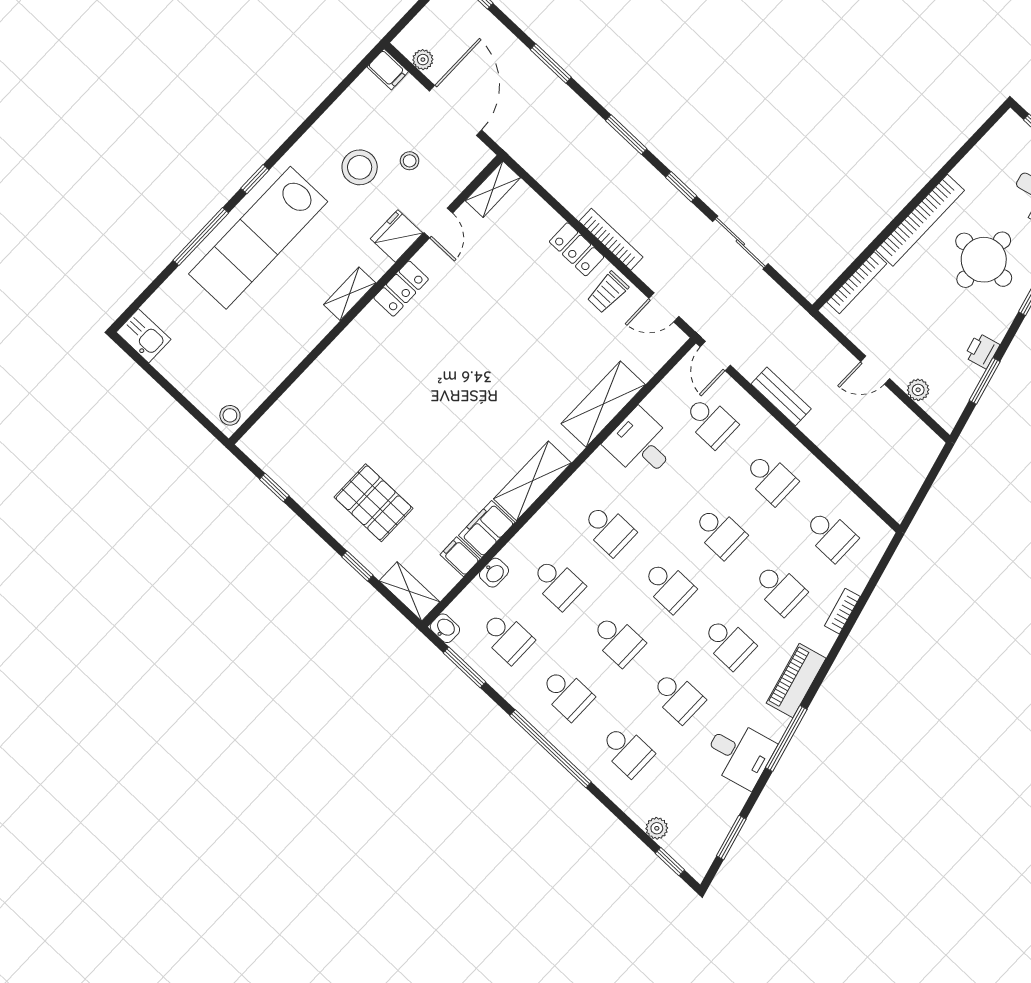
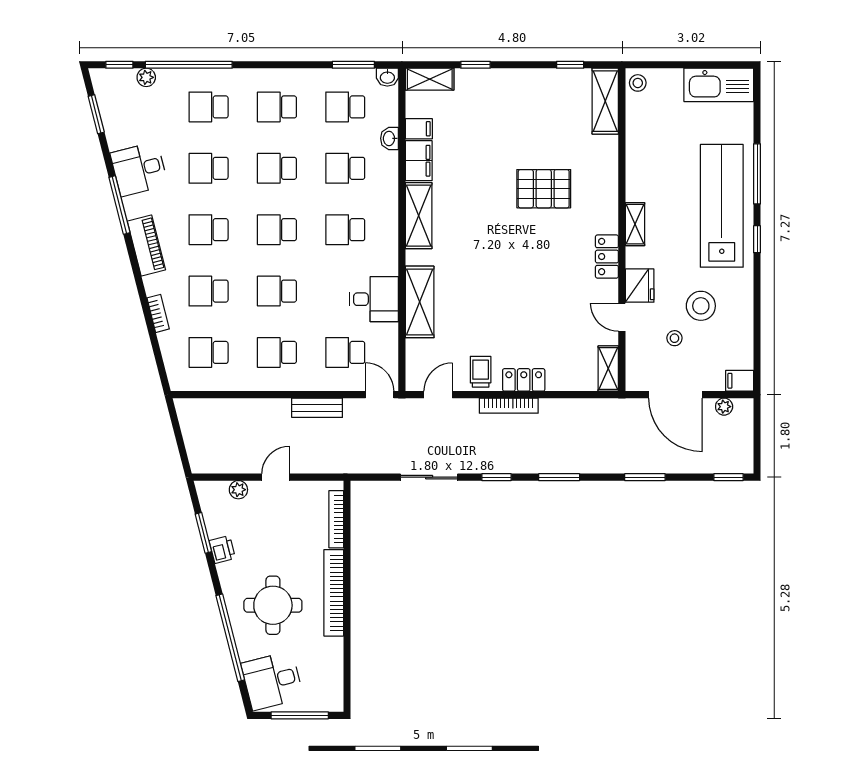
kitchen sink: (144, 336) -> (719, 85), width x1.88, depth x1.24
shelving: (274, 426) -> (605, 101), added
pallet: (374, 503) -> (544, 189), moved
window: (551, 749) -> (189, 65), moved

